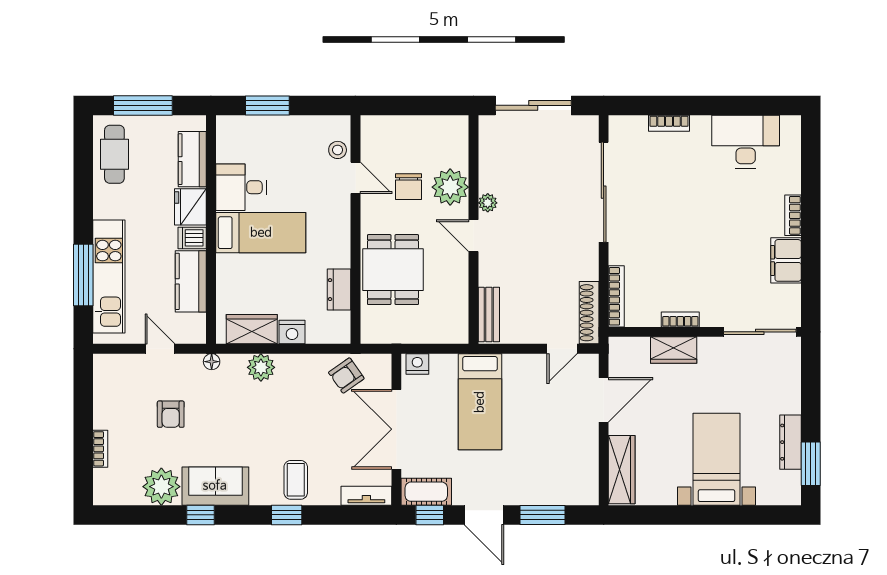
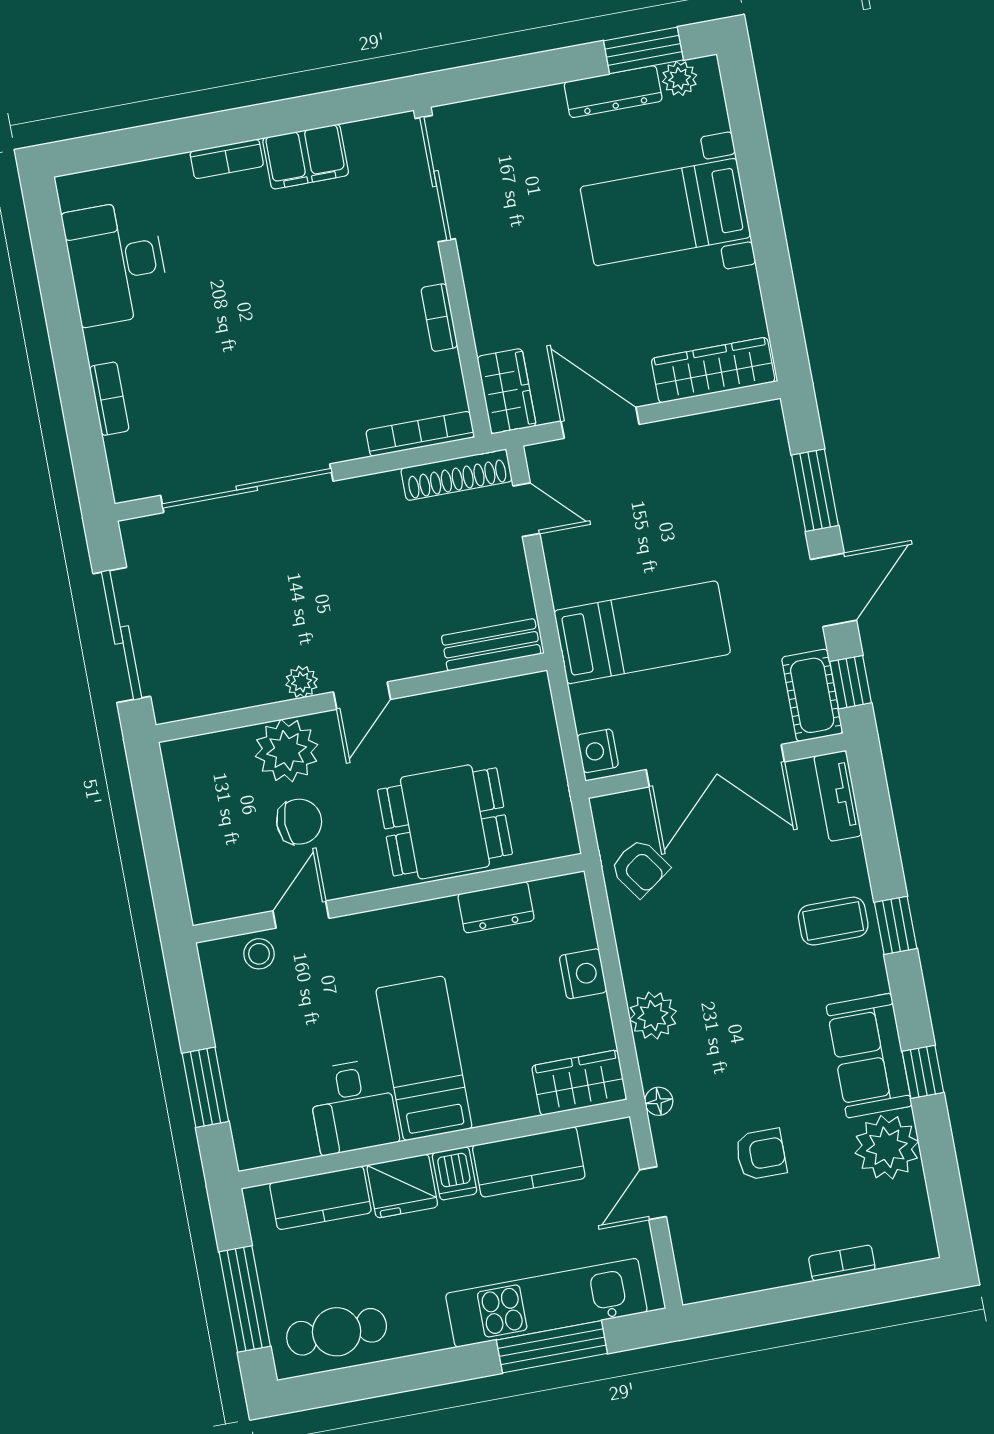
wardrobe: (252, 329) -> (579, 1083), moved, turned 90
wardrobe: (674, 350) -> (507, 391), moved
plant: (791, 481) -> (680, 78), added

